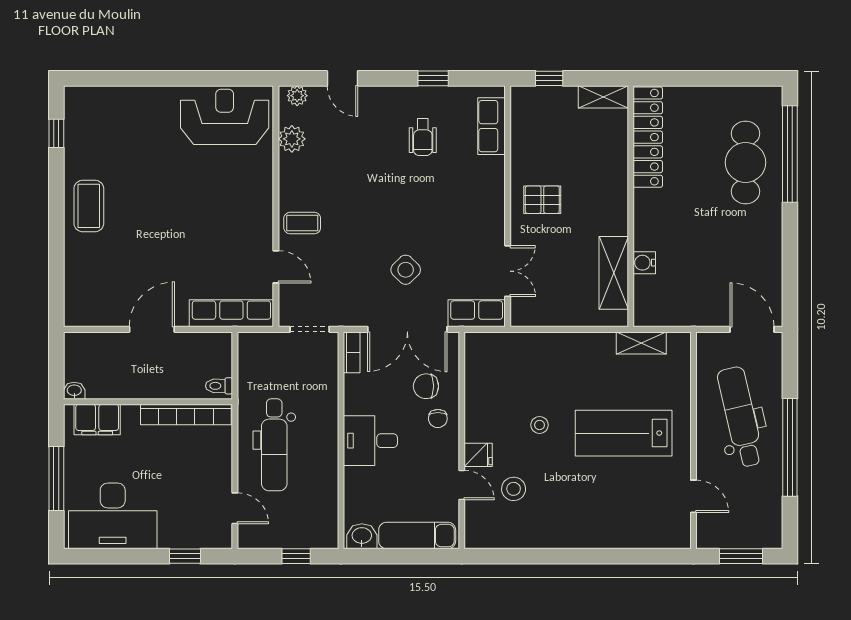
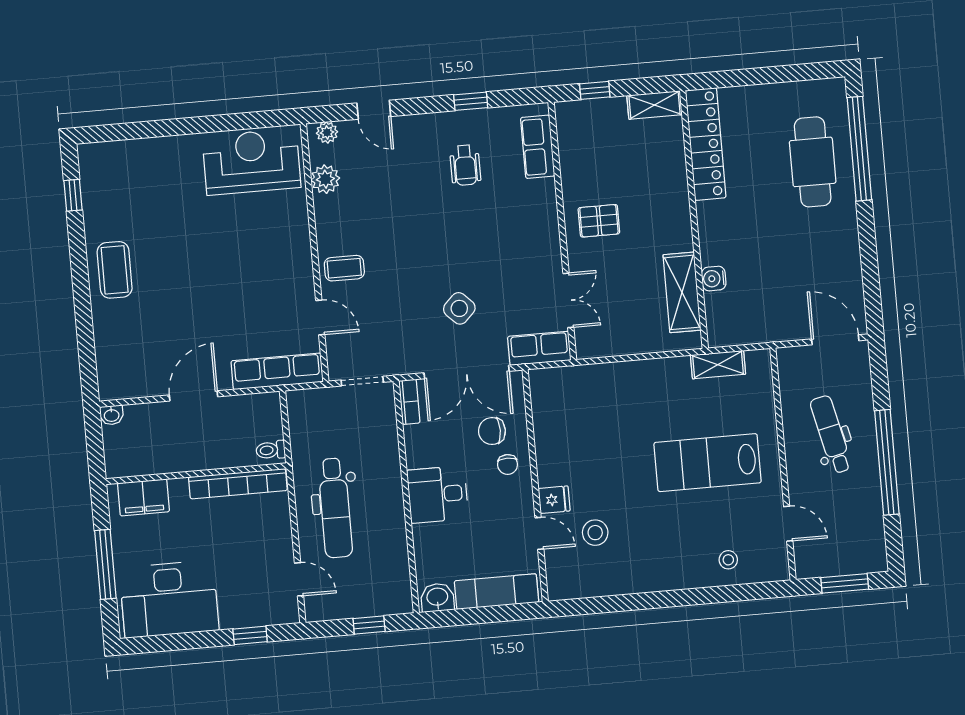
washbasin: (74, 391) -> (112, 415), moved, turned 180
dental chair: (740, 417) -> (831, 434), width x0.73, depth x0.72
stool: (540, 425) -> (728, 560), moved

